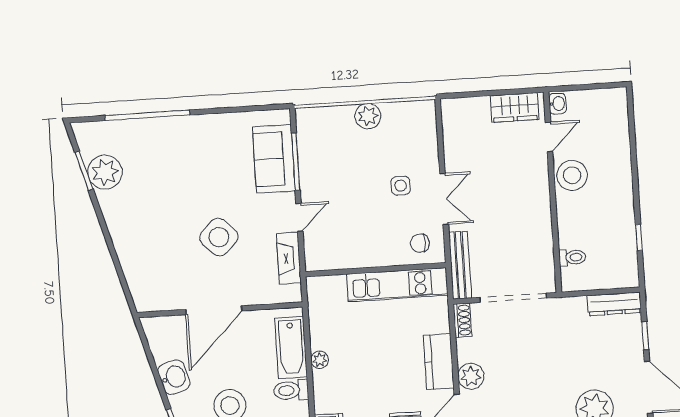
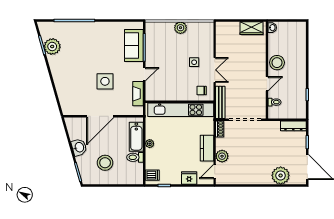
door: (549, 137) -> (267, 84), moved
side table: (219, 237) -> (105, 81), turned 45
kitchen unit: (397, 285) -> (181, 110), width x1.36

